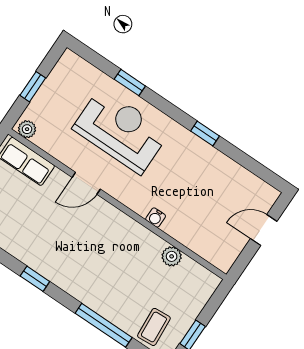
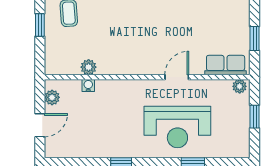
water cooler: (156, 218) -> (88, 86), moved
plant: (231, 250) -> (52, 97), added

